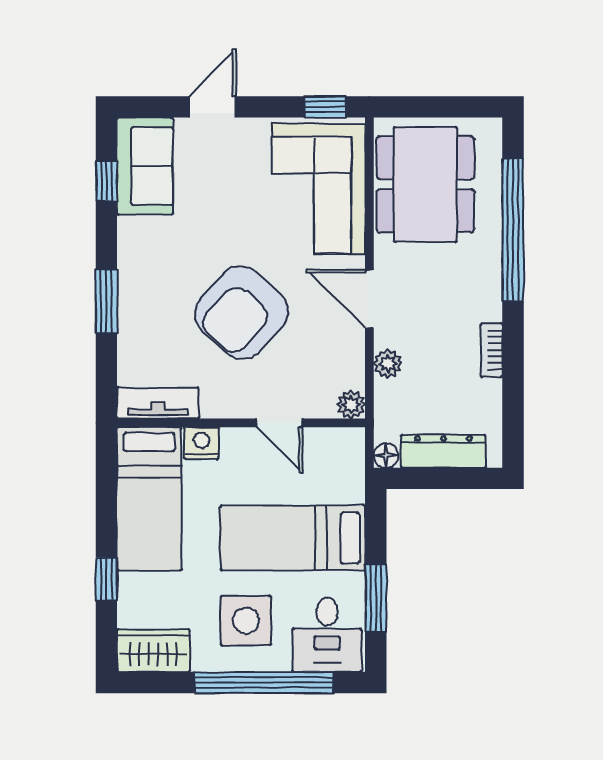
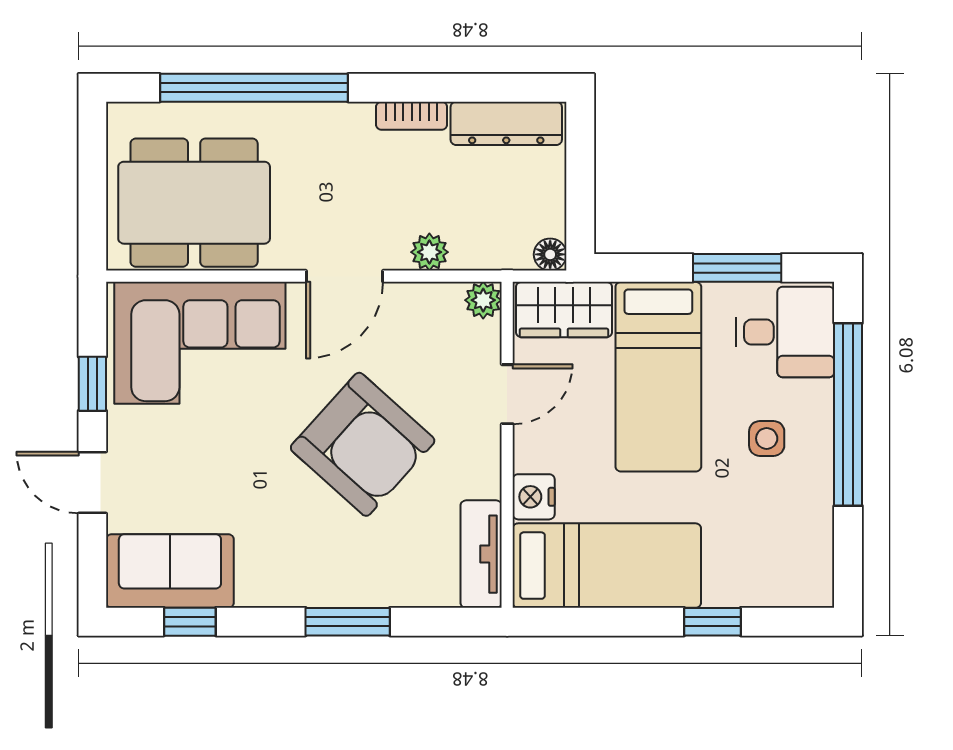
window: (325, 107) -> (92, 384), moved
dresser: (443, 451) -> (506, 123), moved, turned -90
side table: (246, 620) -> (767, 438), width x0.54, depth x0.54
wardrobe: (153, 651) -> (564, 310), moved, turned -90

